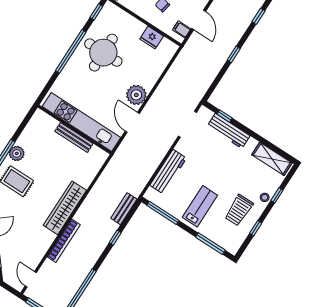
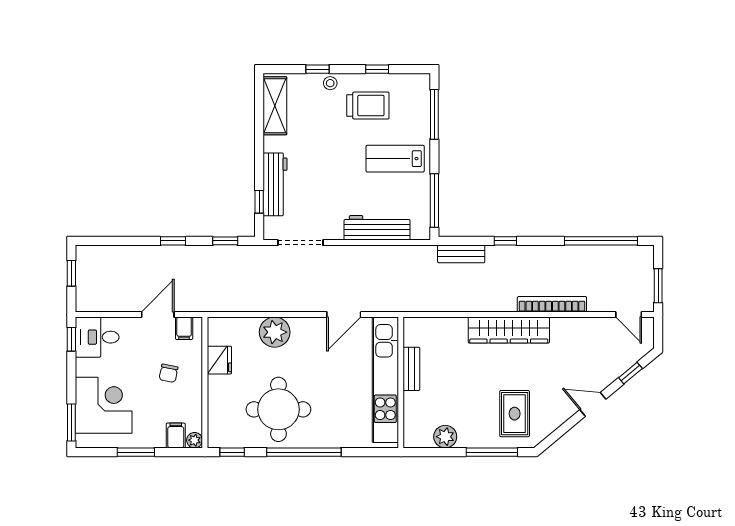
window: (258, 16) -> (225, 241), moved
plant: (136, 95) -> (275, 332), moved
bench: (74, 137) -> (411, 369), width x0.73
plant: (17, 153) -> (445, 437), moved
door: (31, 279) -> (629, 315), hinge flipped

